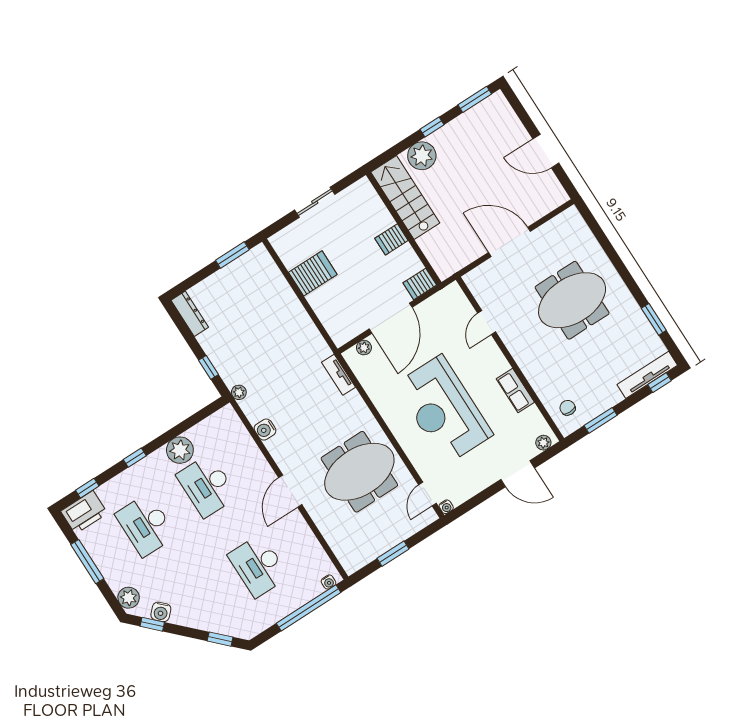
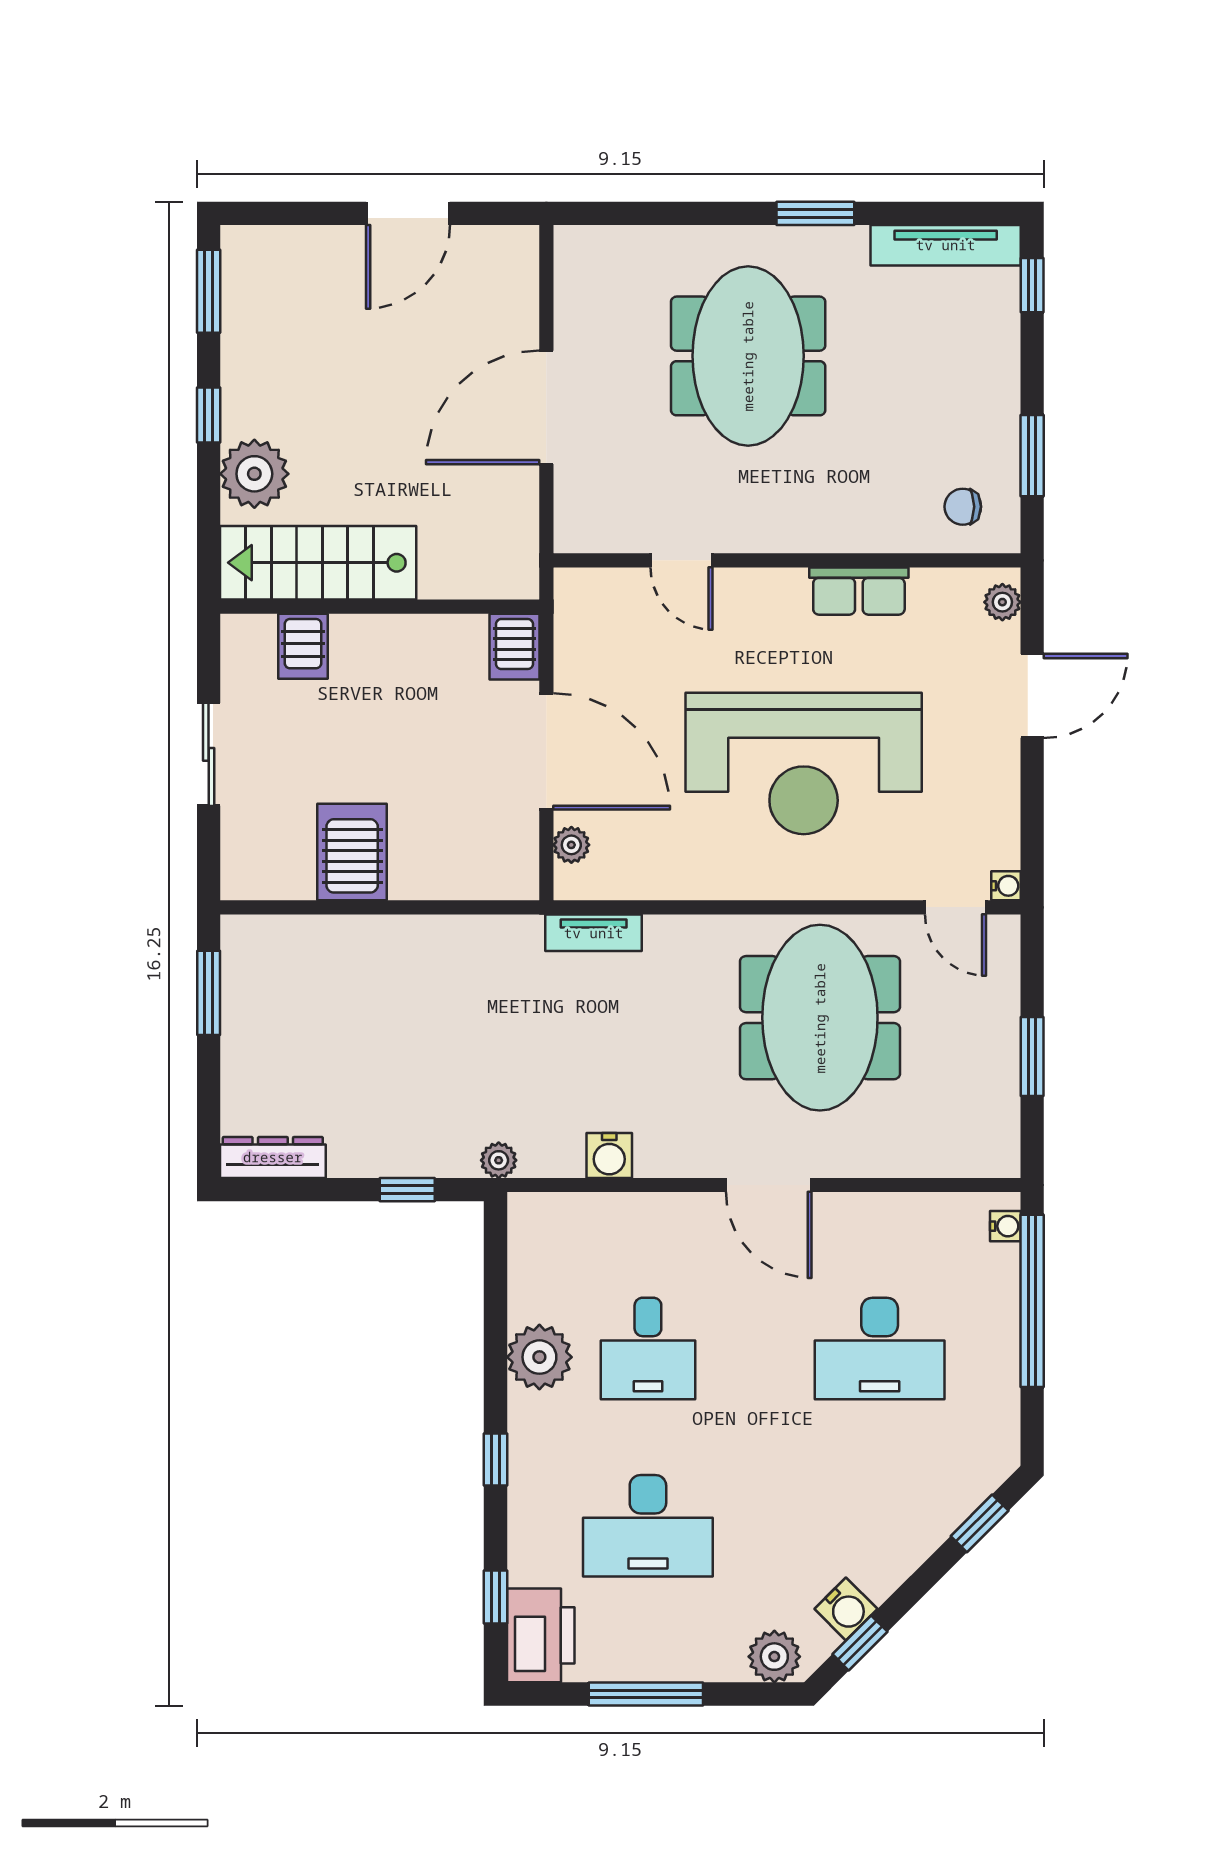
server rack: (391, 239) -> (303, 646), moved
window: (654, 319) -> (815, 213), moved
tv unit: (647, 375) -> (946, 245), moved, turned -90
desk: (207, 486) -> (648, 1349), width x0.73

